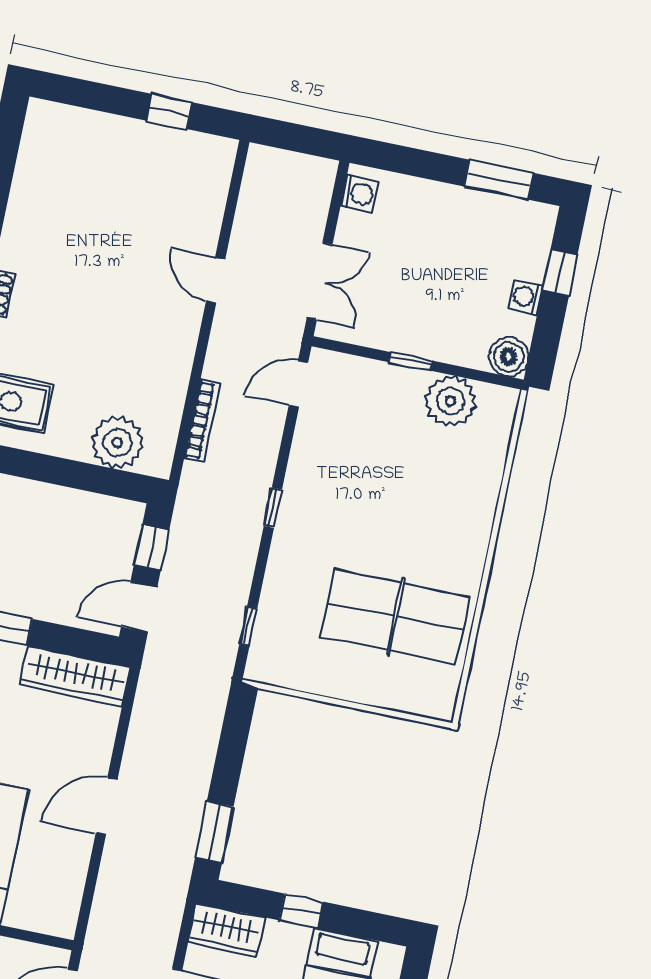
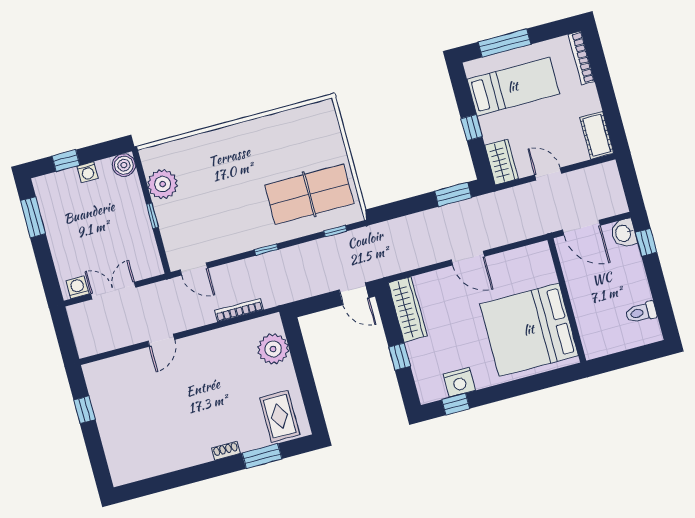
double door: (320, 281) -> (113, 291), moved
window: (151, 548) -> (319, 303), removed
table tennis table: (395, 617) -> (309, 194), moved, turned 90

